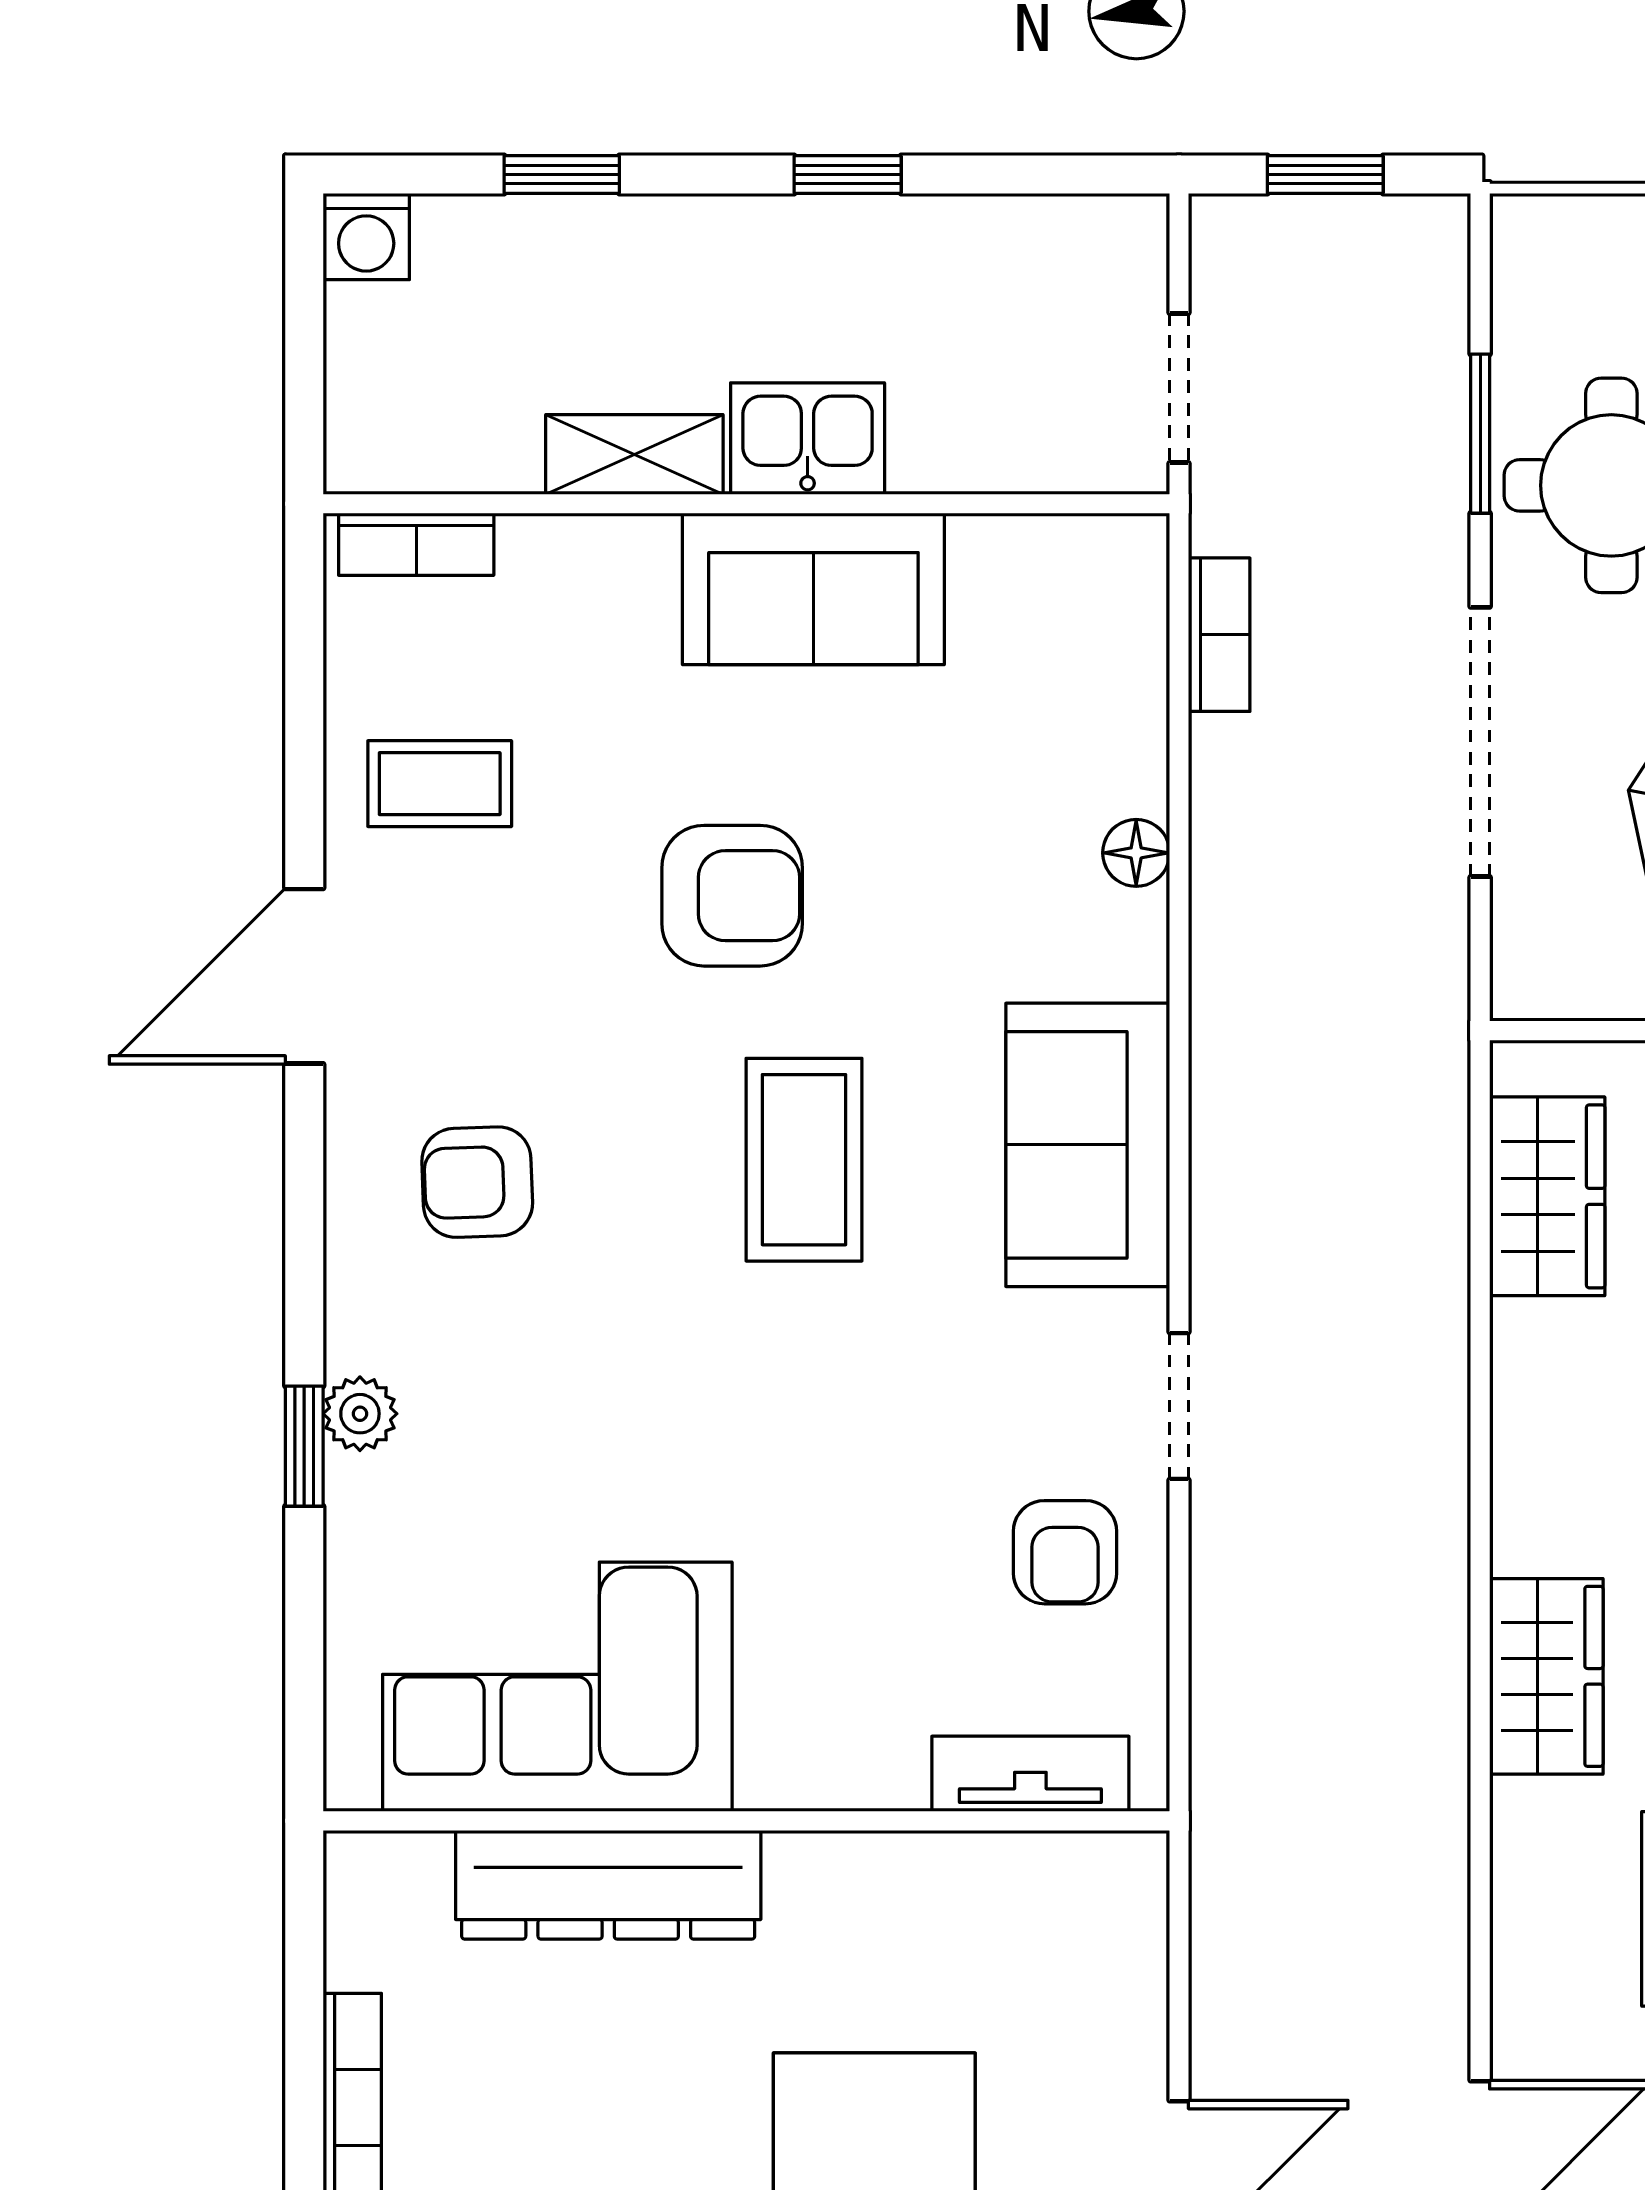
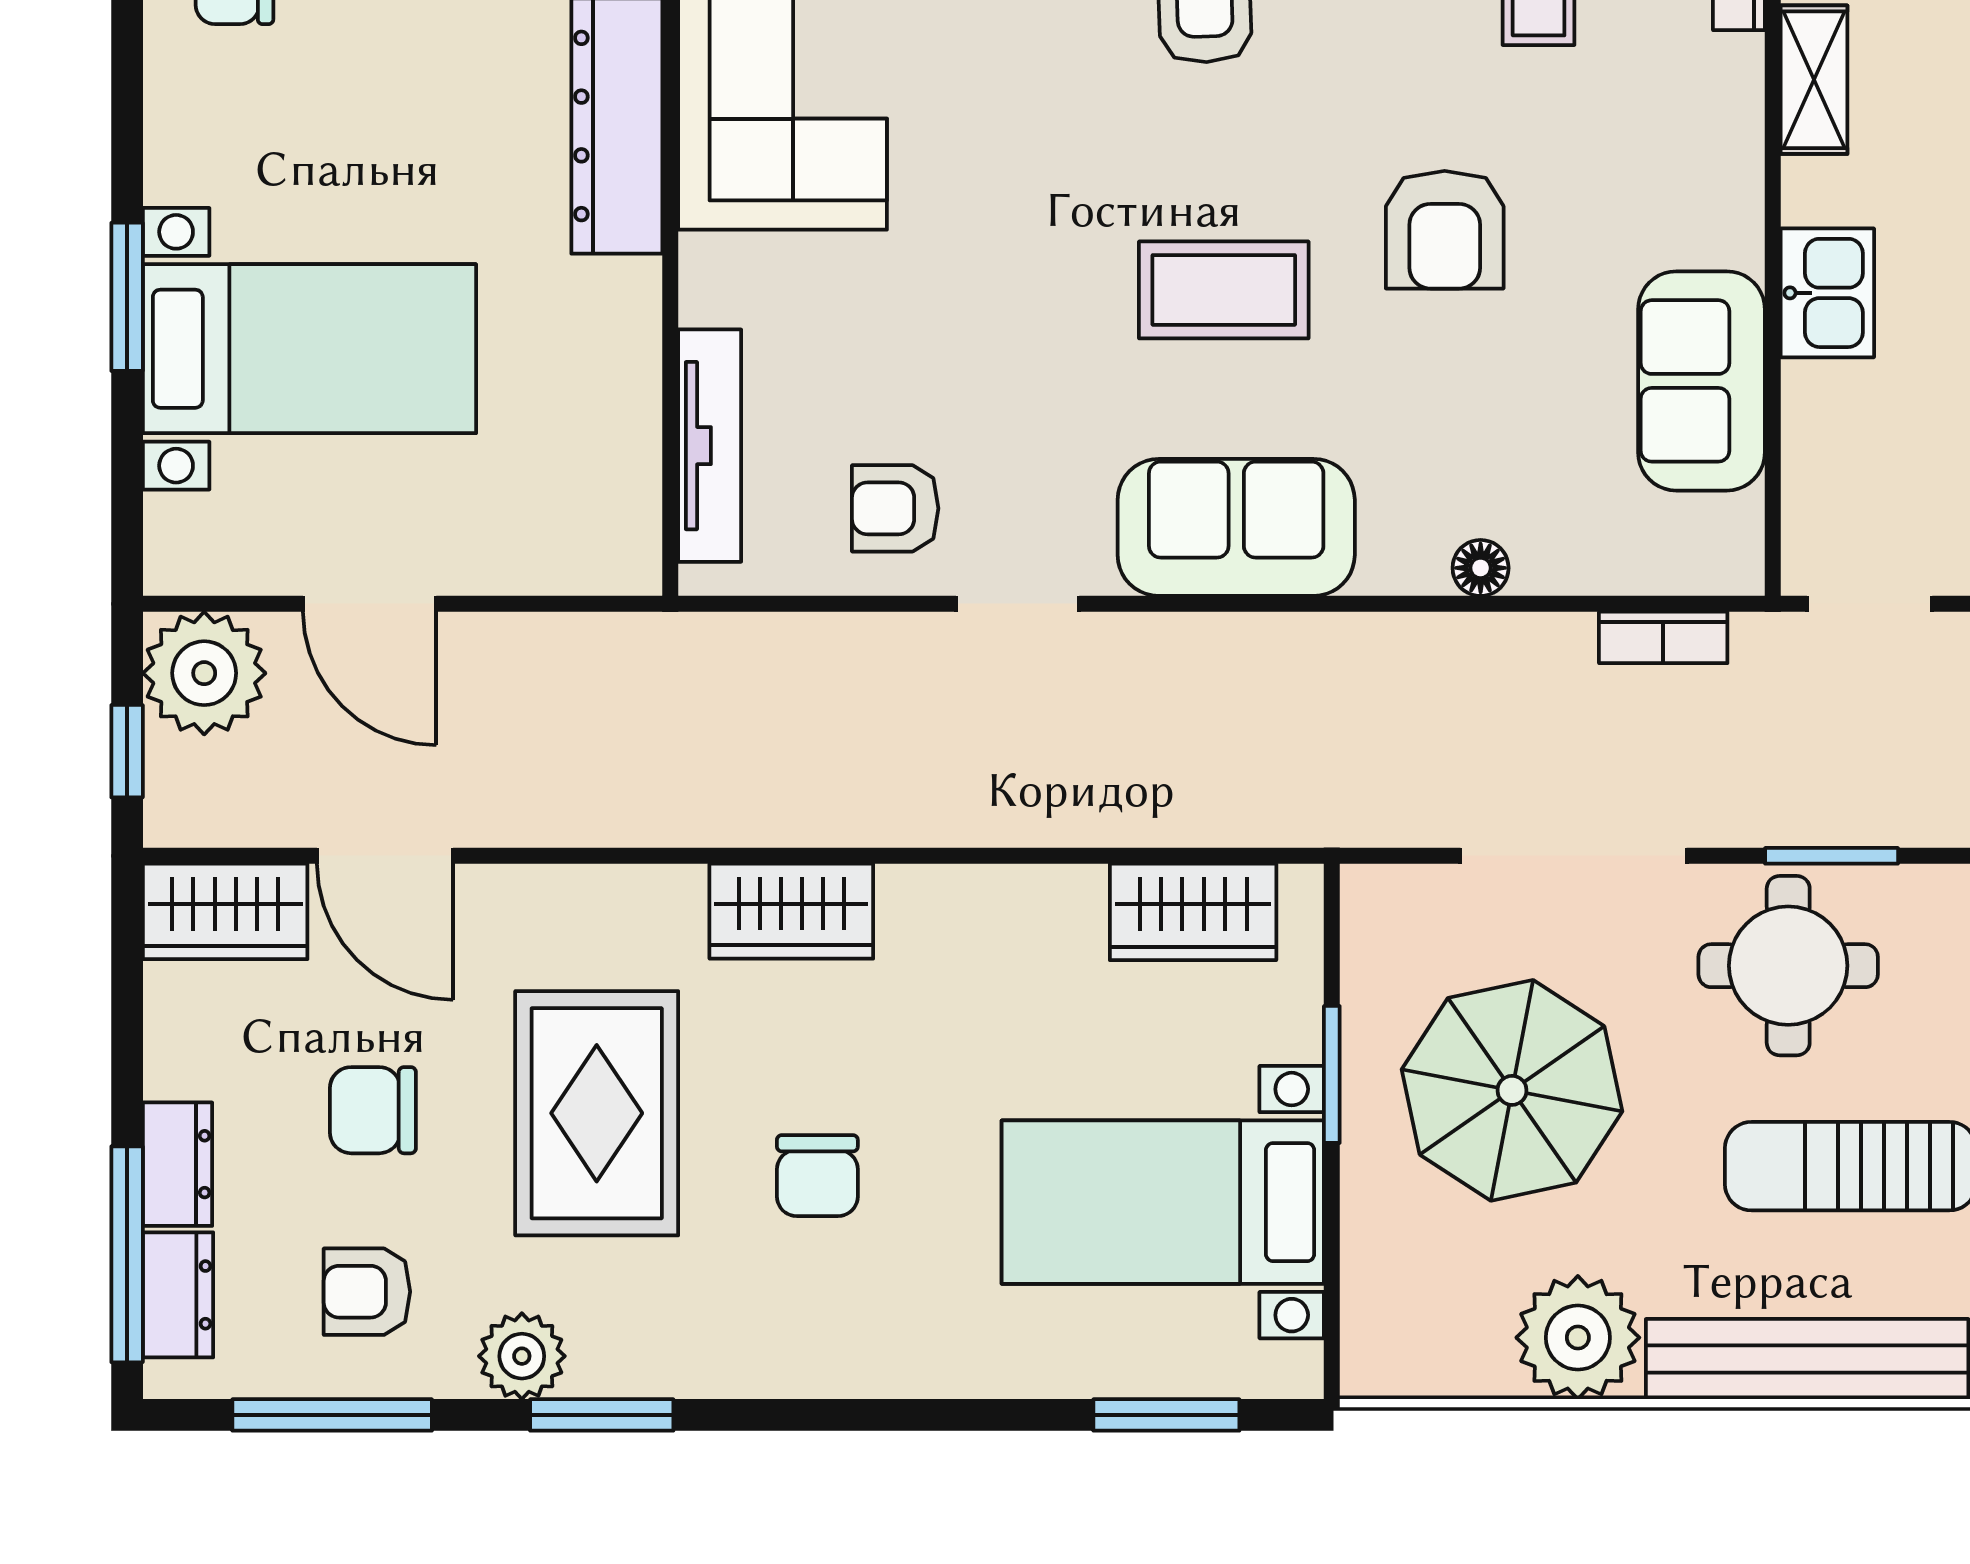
shelving: (634, 454) -> (1814, 80), moved
sofa: (813, 589) -> (1701, 381), moved
tv unit: (1030, 1774) -> (710, 446), width x1.41

